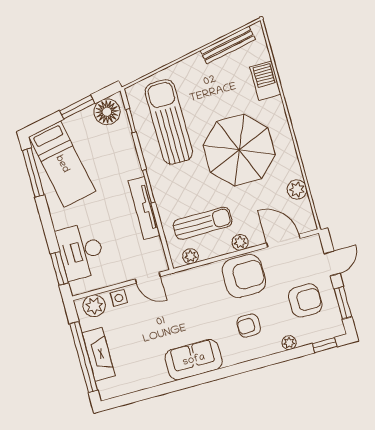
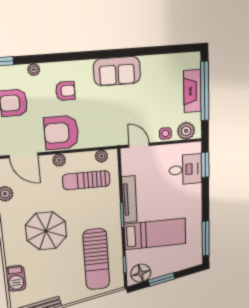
parasol: (239, 150) -> (46, 231), width x0.73, depth x0.73
bed: (62, 164) -> (155, 234), moved, turned 101
desk: (81, 251) -> (185, 170), width x0.73

